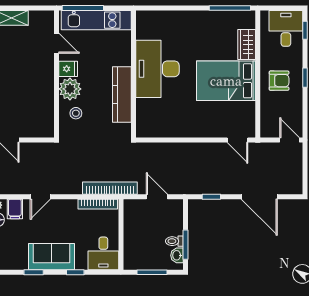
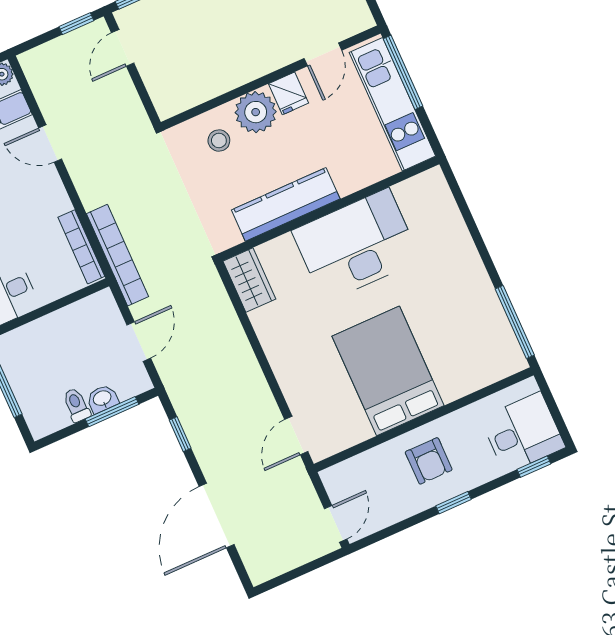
wardrobe: (247, 45) -> (249, 280), moved, turned 90
window: (185, 245) -> (112, 412), moved
washbasin: (177, 255) -> (102, 399), moved

